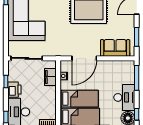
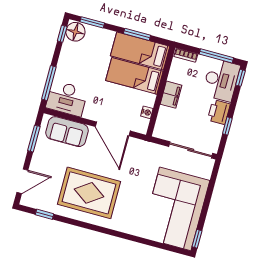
door: (84, 58) -> (113, 129), swing flipped
filing cabinet: (50, 77) -> (171, 95), moved
desk: (124, 97) -> (67, 98), moved, turned -90

